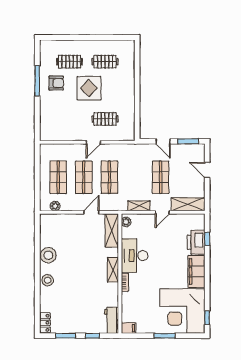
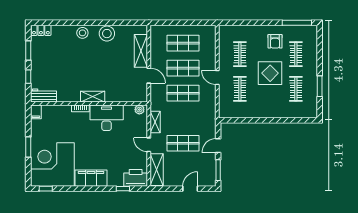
window: (102, 37) -> (320, 86), added
window: (37, 81) -> (297, 23), moved
clothes rail: (69, 119) -> (240, 54), added
plant: (55, 206) -> (155, 40), removed
shelving: (112, 230) -> (141, 51), moved, turned 90
printer: (196, 242) -> (136, 178), moved

